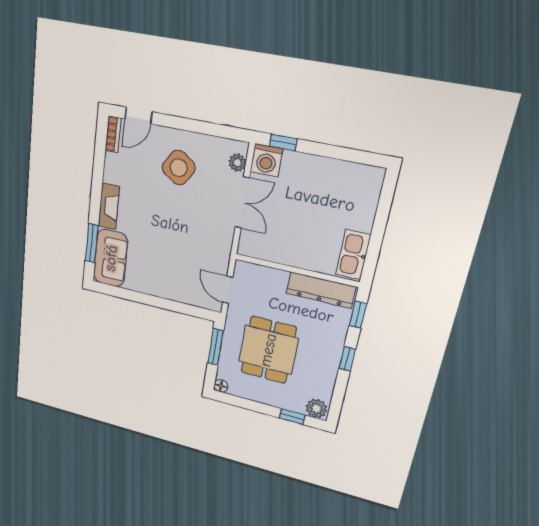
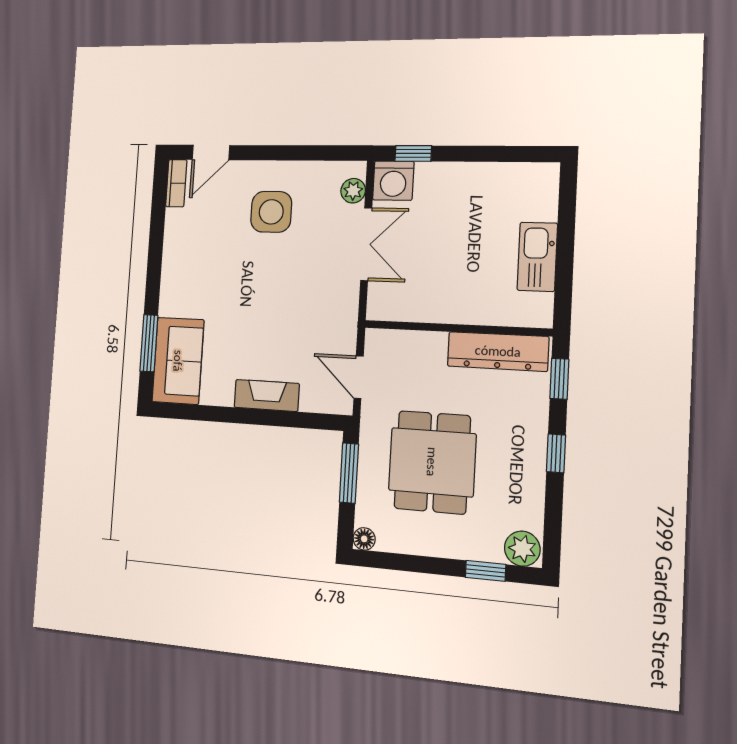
side table: (179, 168) -> (271, 212), turned -33
fireplace: (109, 206) -> (267, 395), moved, turned -90
kitchen sink: (353, 255) -> (537, 257), moved

